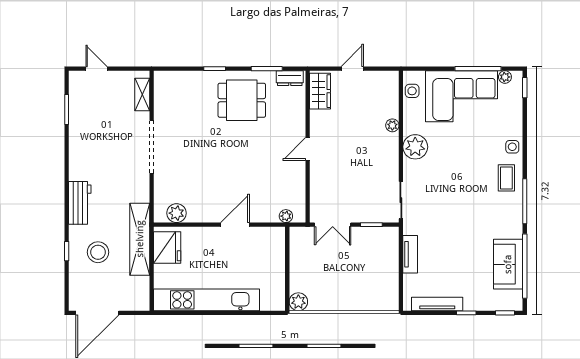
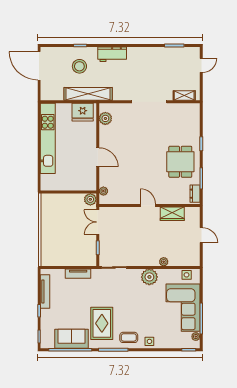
wardrobe: (320, 91) -> (172, 214), moved
rug: (485, 219) -> (102, 323), added
plant: (298, 302) -> (90, 199), moved

